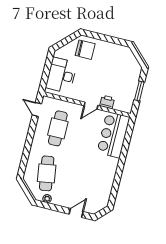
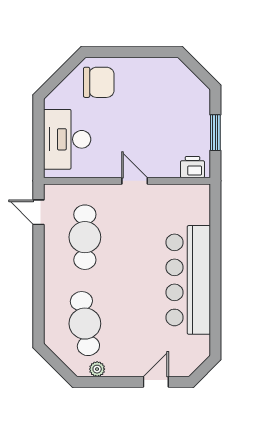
printer: (107, 102) -> (192, 167), moved
door: (91, 106) -> (135, 181), swing flipped
bar counter: (113, 135) -> (188, 280), moved, width x1.36

